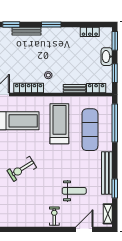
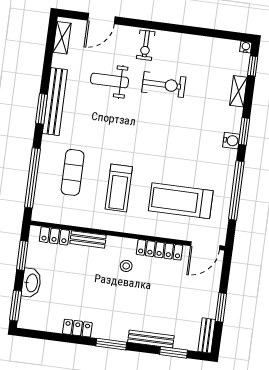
locker: (90, 32) -> (77, 328), moved
treadmill: (59, 124) -> (119, 188), width x0.73, depth x0.73
exercise mat: (90, 130) -> (73, 172), width x0.73, depth x0.69
exercise bike: (22, 169) -> (164, 85), moved, turned 32
window: (115, 189) -> (42, 109), moved

